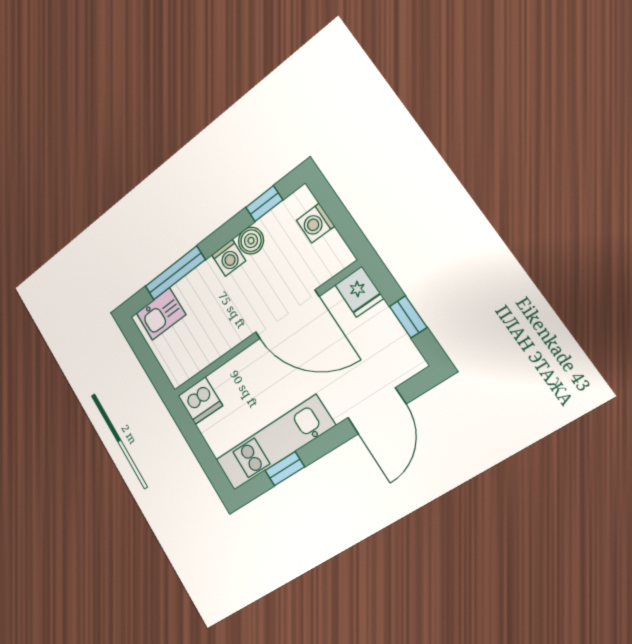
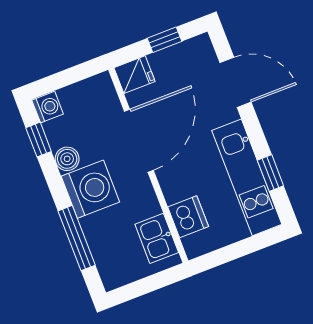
washing machine: (315, 223) -> (48, 107), moved, turned -90
washing machine: (229, 258) -> (90, 189), width x1.89, depth x1.89
kitchen sink: (161, 314) -> (157, 238), moved, turned 180
dishwasher: (200, 401) -> (188, 217), moved

